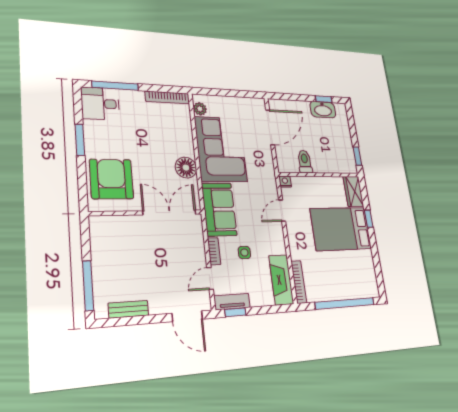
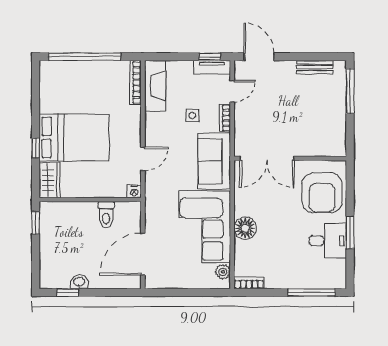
bookcase: (167, 97) -> (249, 283), width x0.64
desk: (100, 104) -> (328, 241), moved
washbasin: (323, 110) -> (79, 282), width x0.52, depth x0.69
floor lamp: (186, 168) -> (245, 228), moved

